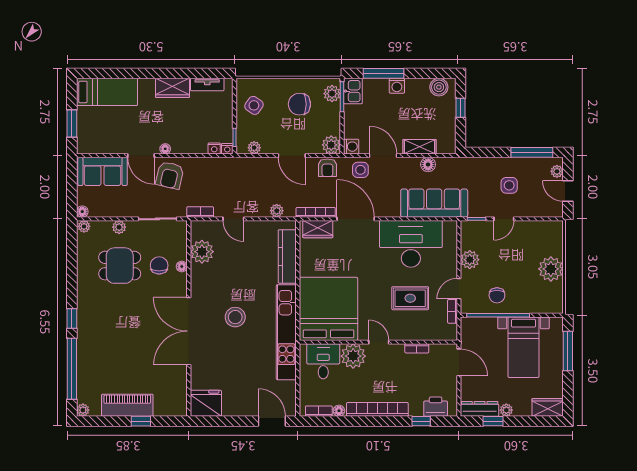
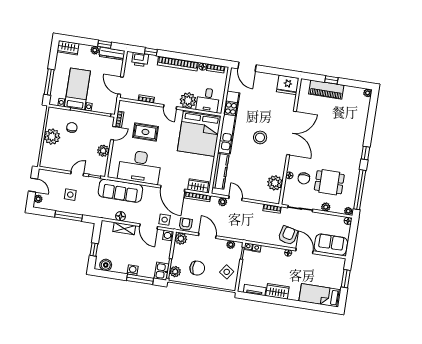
window: (532, 152) -> (69, 216), moved
door: (233, 219) -> (235, 198), moved
chair: (497, 295) -> (72, 128), moved
window: (72, 369) -> (360, 190), moved
piano: (127, 405) -> (326, 90), moved

